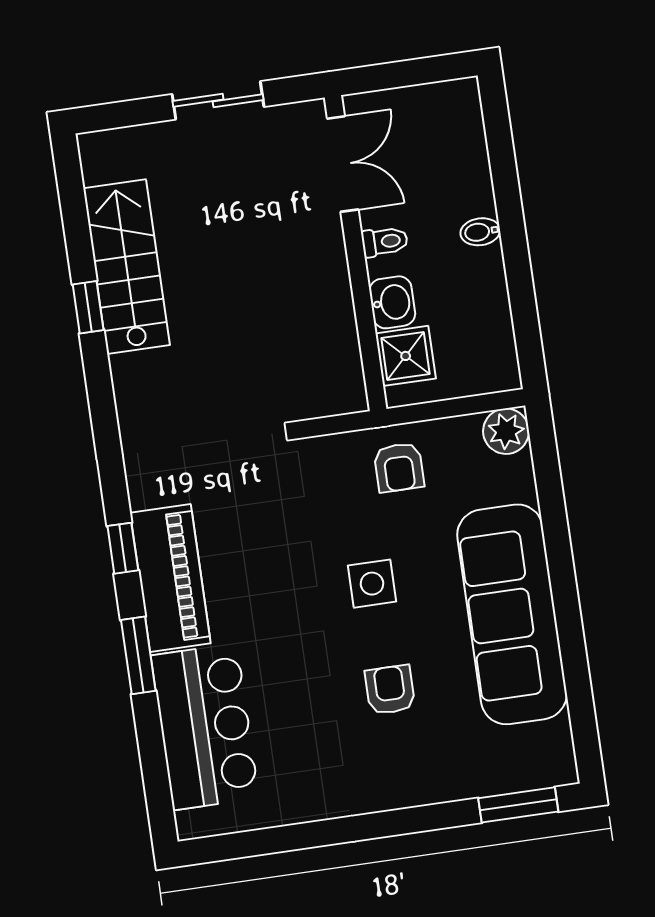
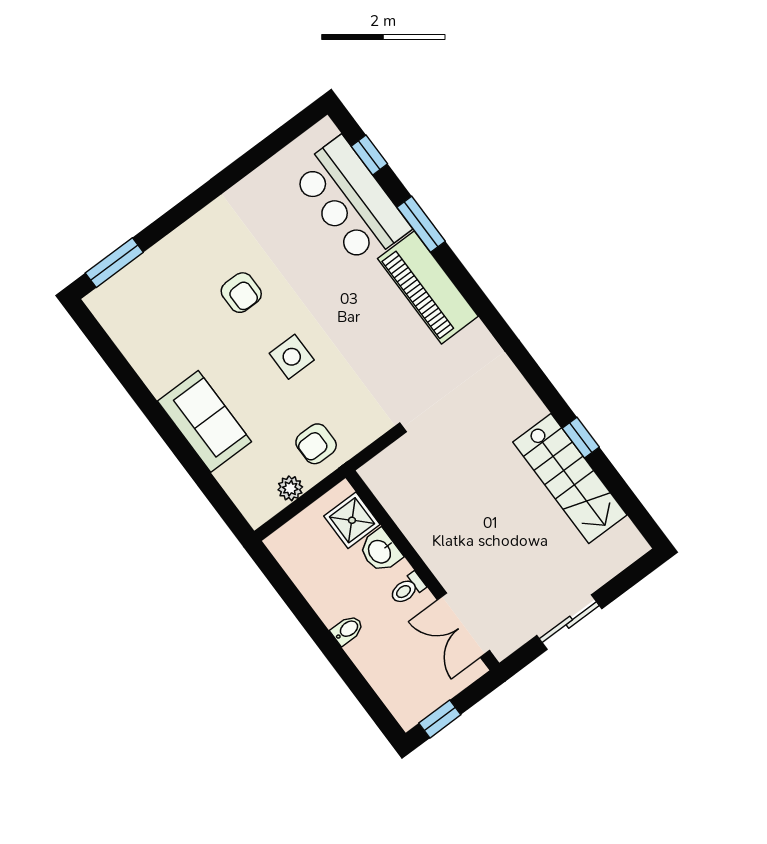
window: (429, 70) -> (440, 719), added
plant: (506, 431) -> (290, 488), moved, width x0.73, depth x0.73
armchair: (399, 467) -> (316, 444), turned -90
window: (123, 548) -> (369, 155), moved
sofa: (512, 614) -> (205, 421), width x0.54, depth x0.79

